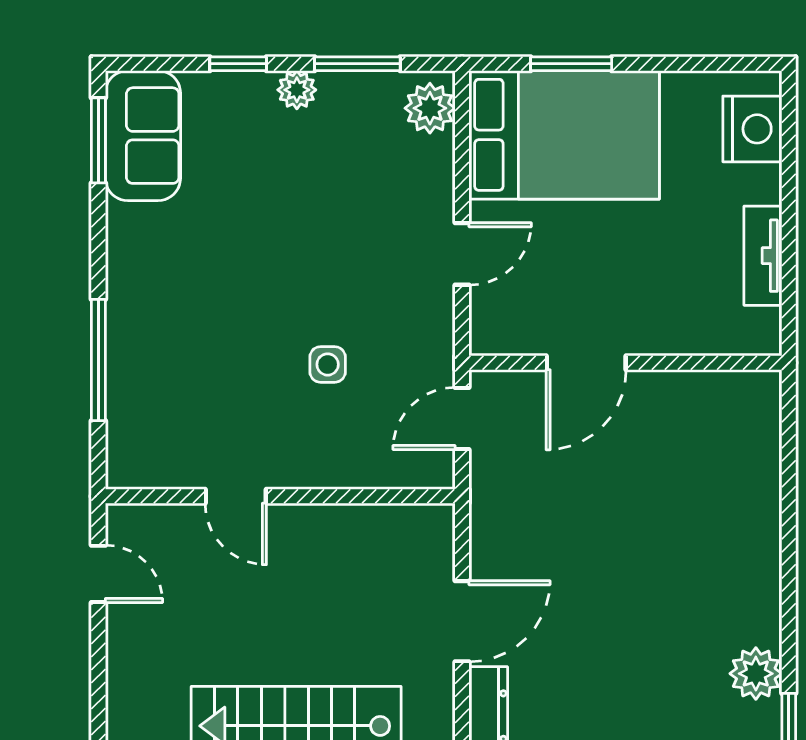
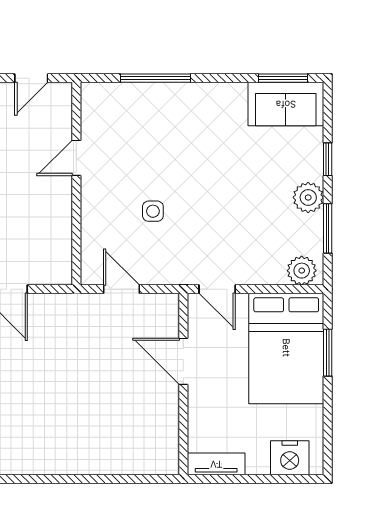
plant: (297, 90) -> (308, 197), width x1.38, depth x1.38
door: (586, 363) -> (183, 361), moved
wall: (625, 363) -> (183, 384), moved

